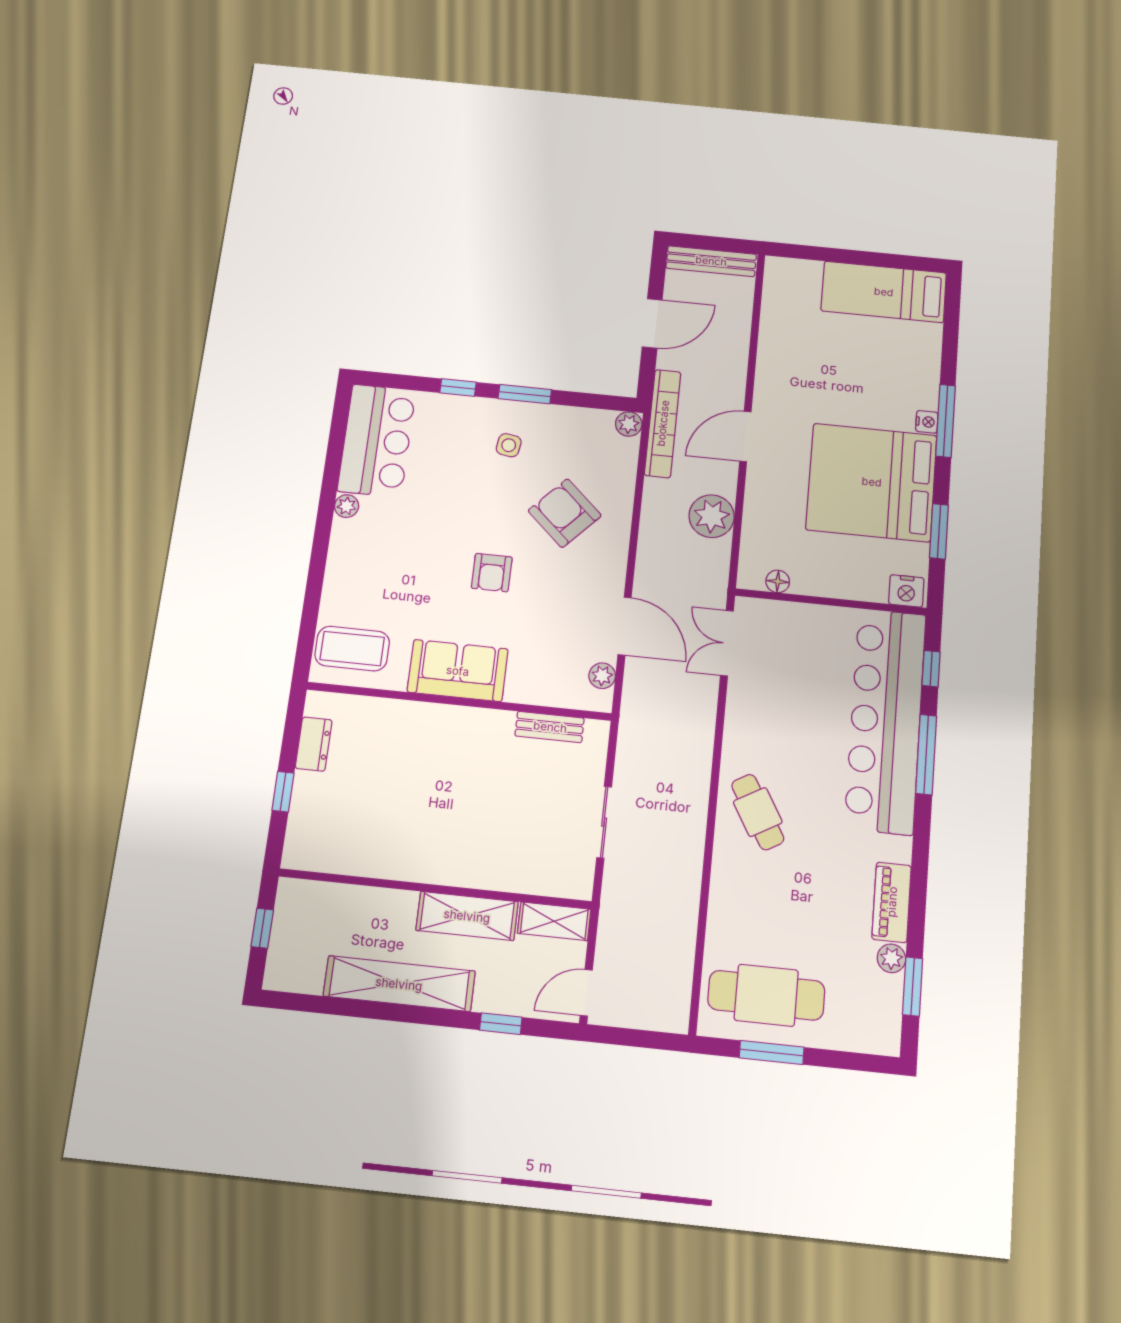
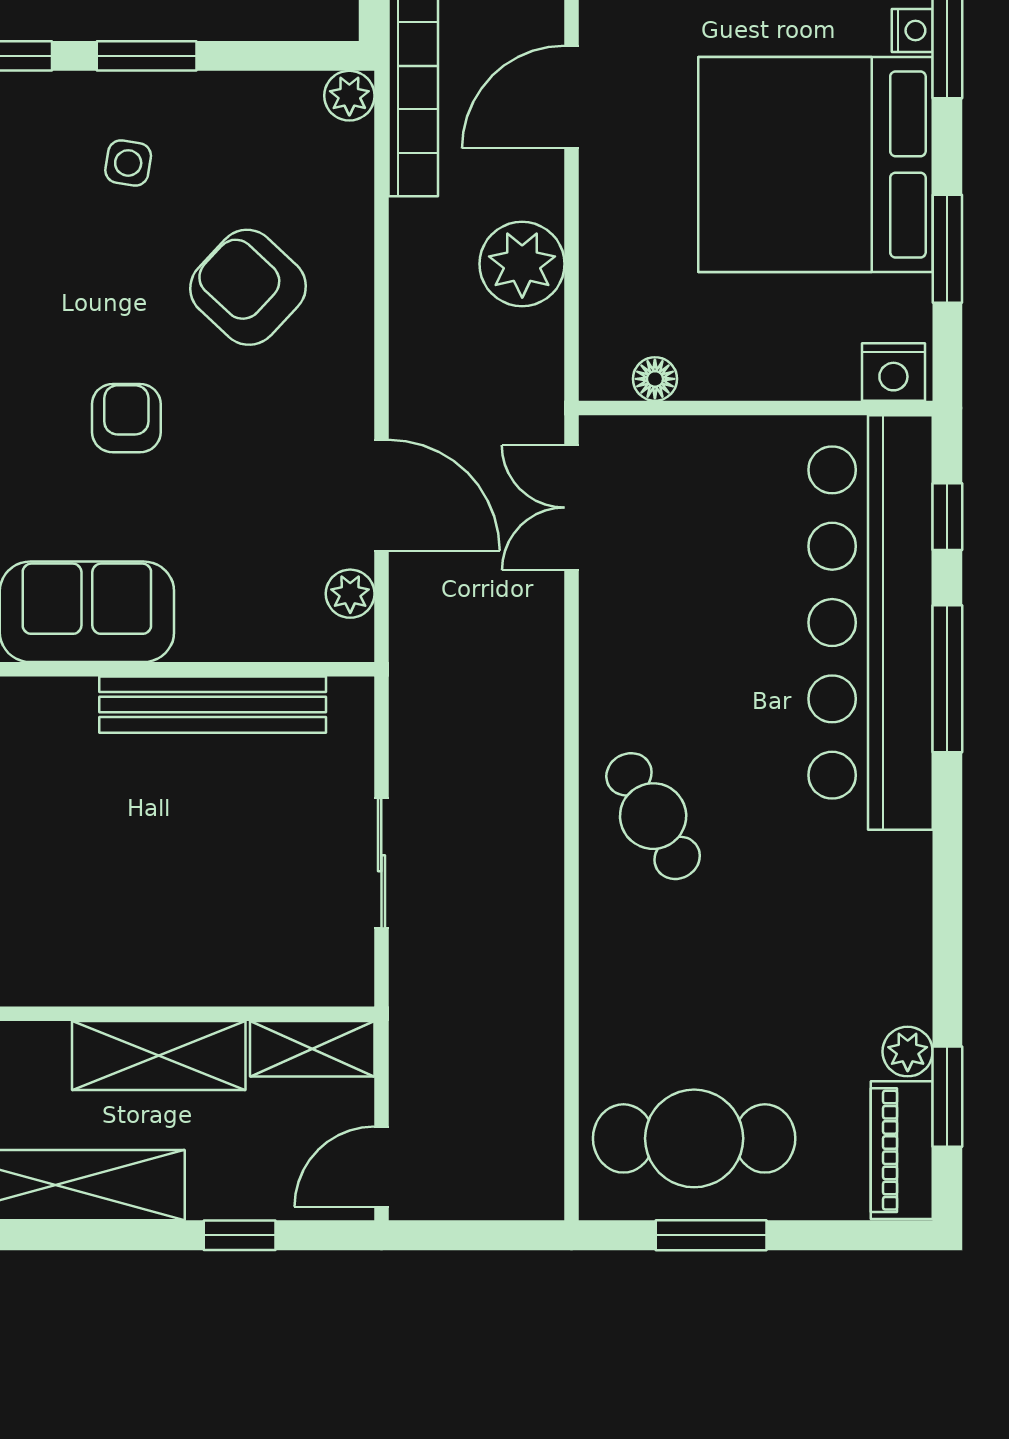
armchair: (492, 573) -> (126, 418), turned 180
bench: (550, 727) -> (213, 705), width x1.86, depth x1.21
piano: (892, 902) -> (902, 1150), moved

